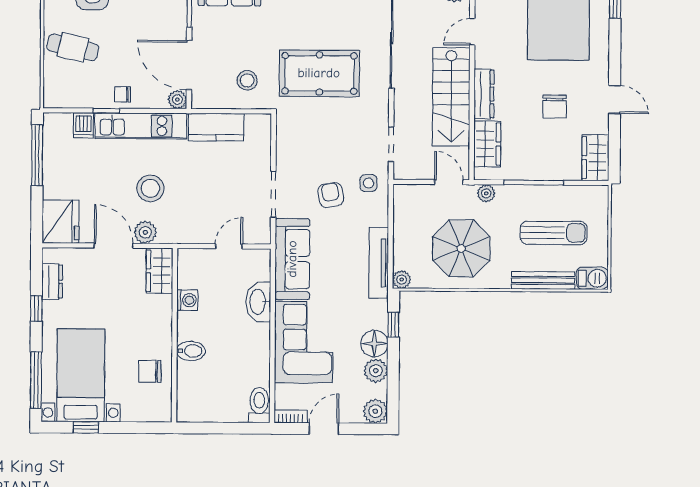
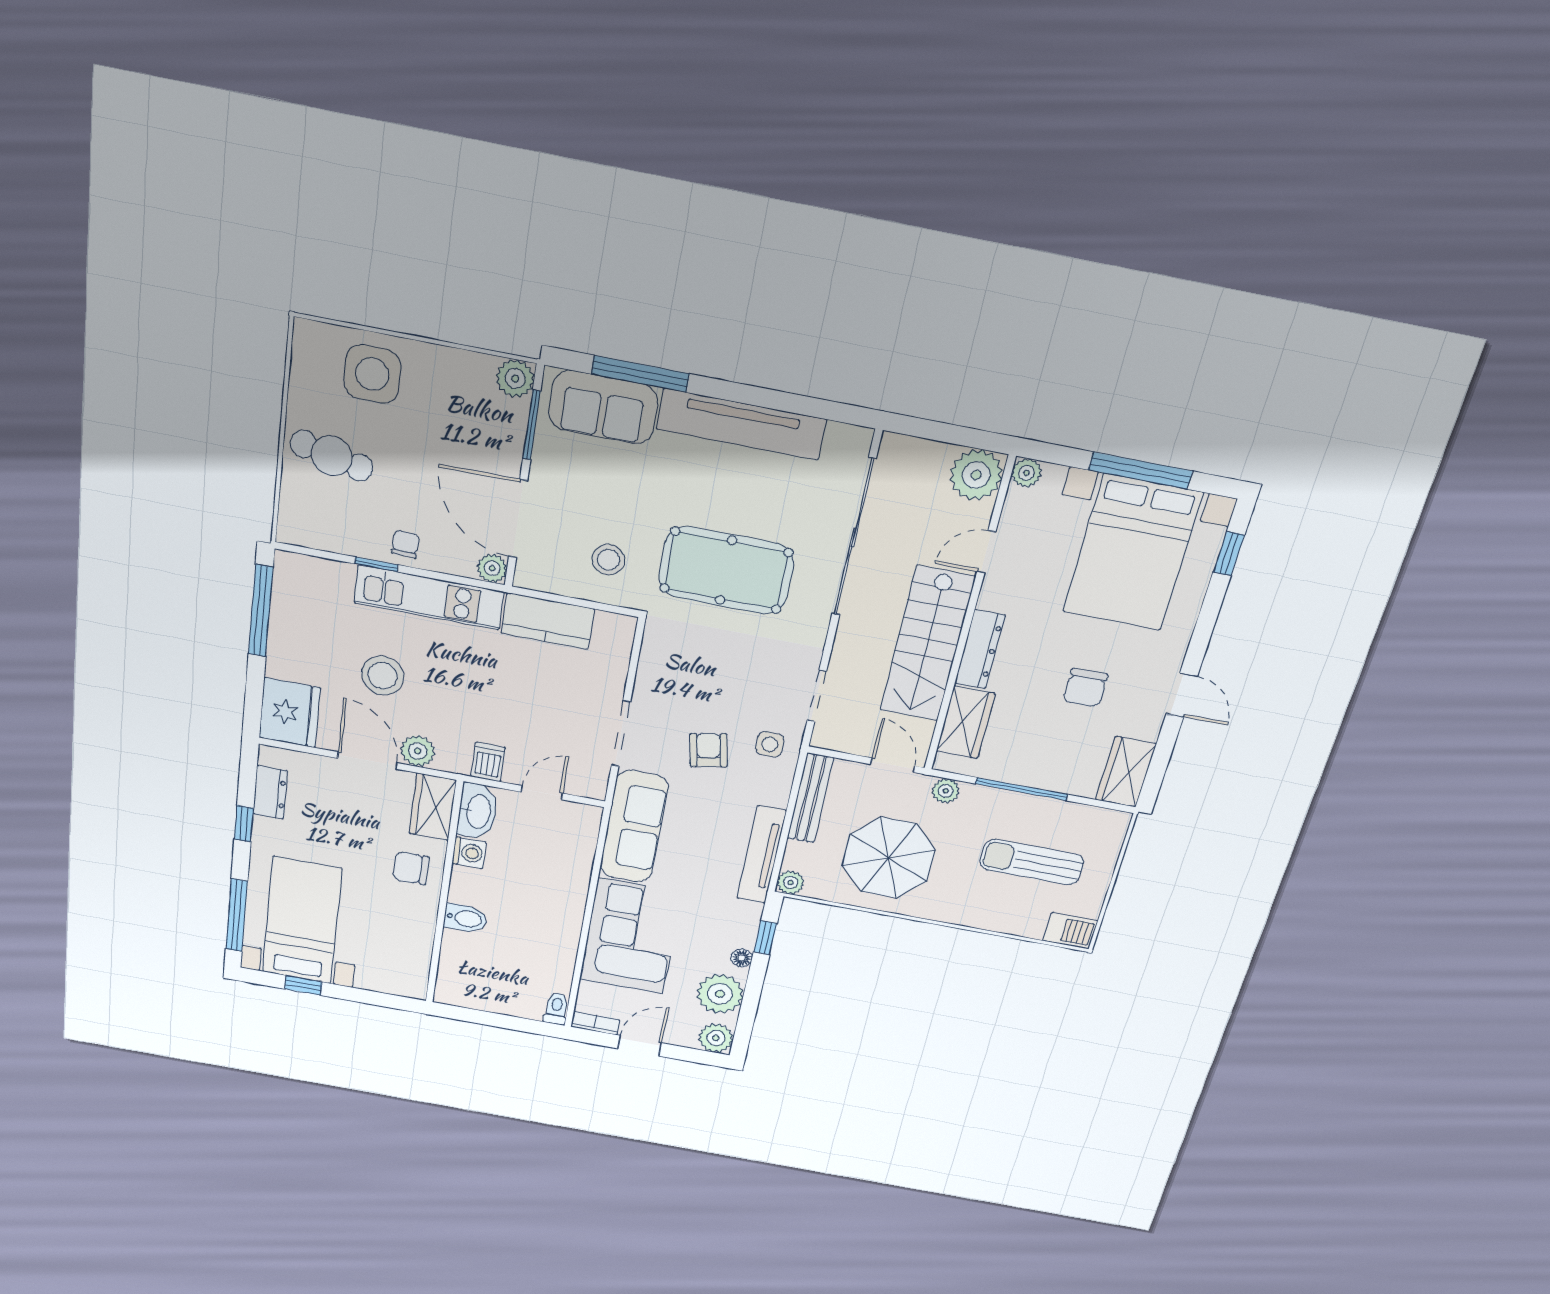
chair: (123, 94) -> (405, 544), turned 93
dishwasher: (83, 125) -> (488, 762), moved, turned 180
stool: (150, 188) -> (383, 676), moved
sun lounger: (554, 233) -> (1032, 862), turned 180
bench: (543, 280) -> (810, 798), moved, turned 90
washbasin: (258, 302) -> (478, 811), moved, turned 180
floor lamp: (374, 344) -> (742, 958), width x0.53, depth x0.53
chair: (150, 371) -> (411, 868), moved
plant: (376, 371) -> (720, 994), width x1.36, depth x1.36
toilet: (259, 405) -> (556, 1009), width x0.73, depth x0.72

